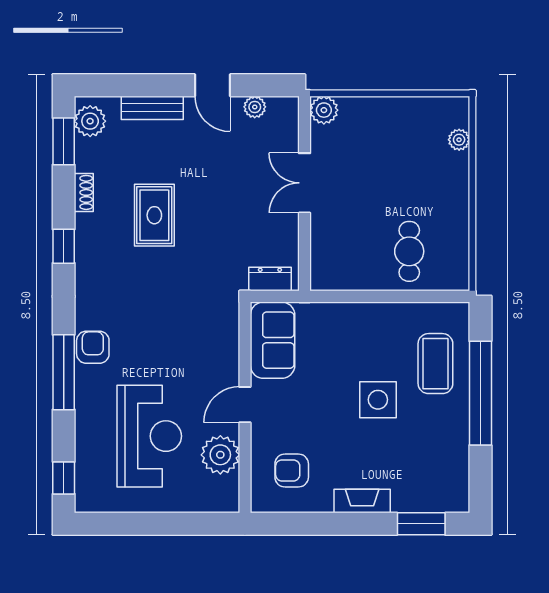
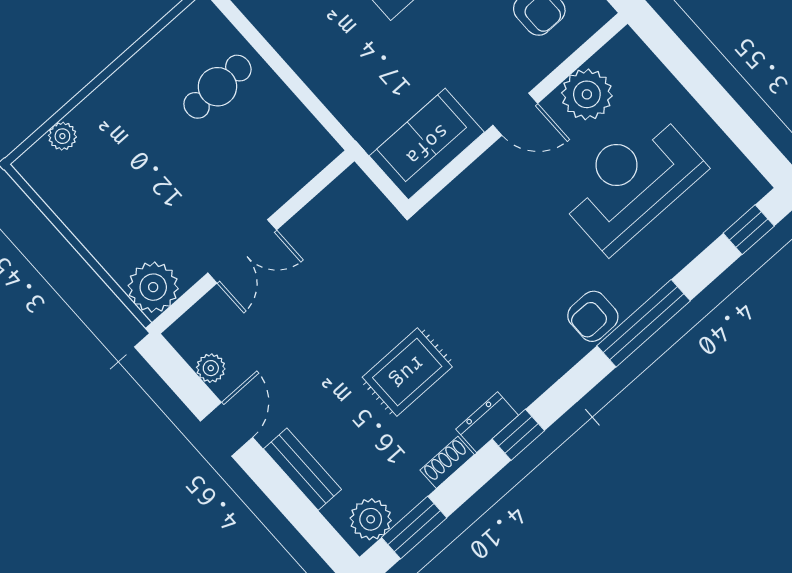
plant: (324, 110) -> (153, 287), width x1.36, depth x1.36
dresser: (270, 279) -> (487, 422), moved, turned 90

